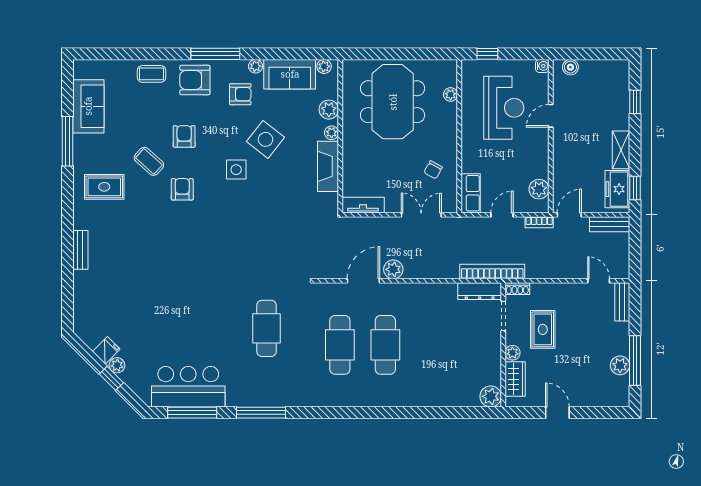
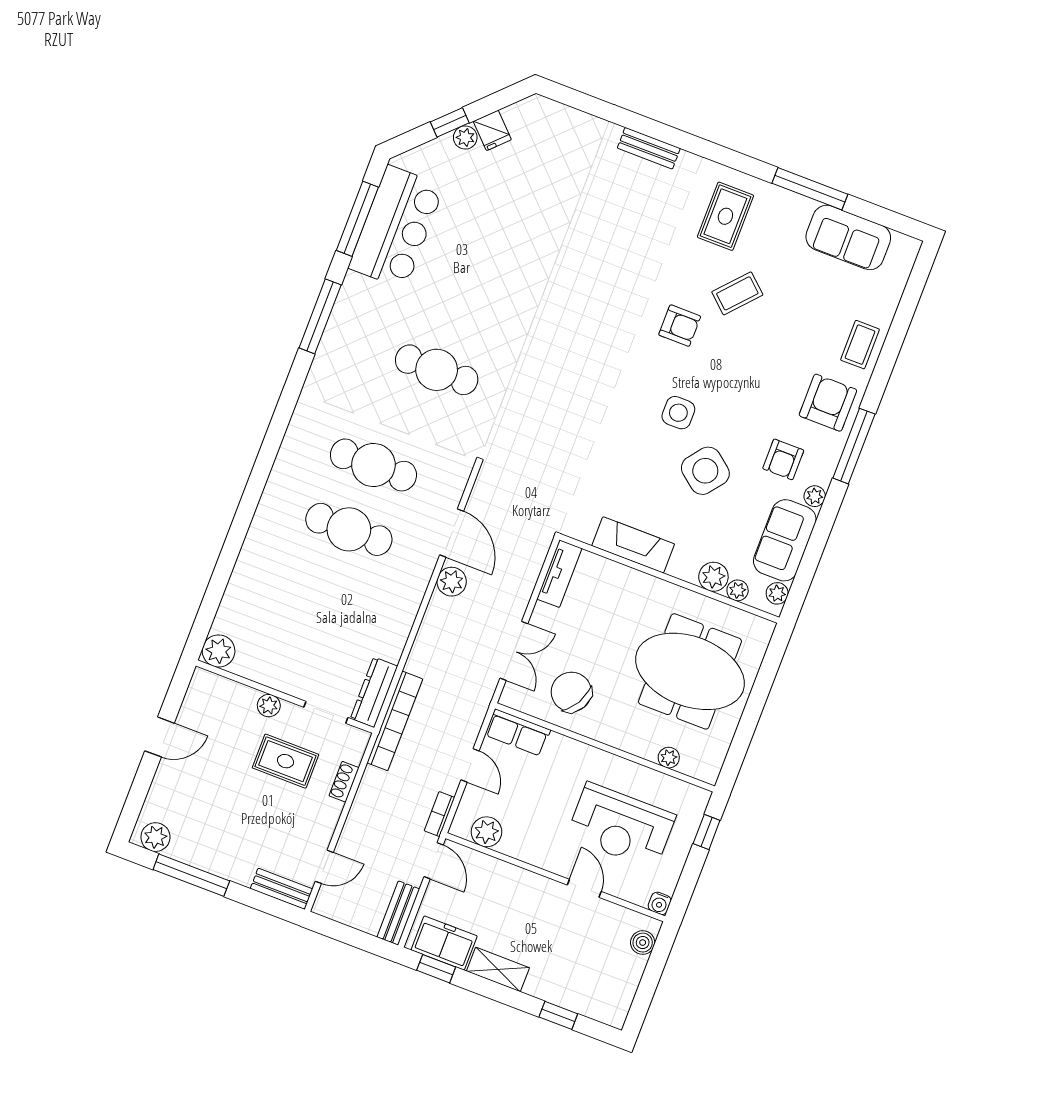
plant: (332, 133) -> (738, 590), moved
armchair: (184, 136) -> (754, 357), removed
chair: (433, 170) -> (571, 692), width x1.87, depth x1.87
shoe rack: (517, 289) -> (344, 782), moved
plant: (620, 365) -> (155, 837), moved
wardrobe: (515, 379) -> (230, 695), removed

